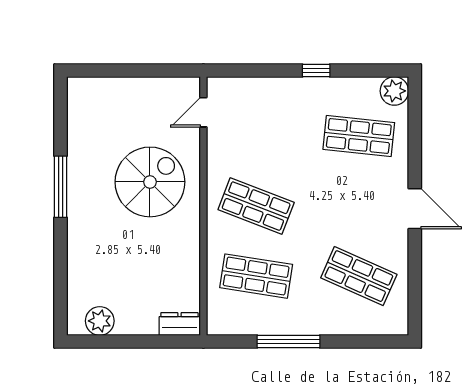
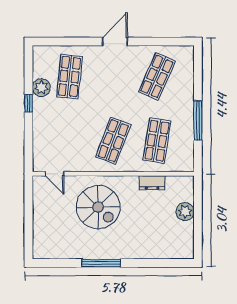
plant: (394, 91) -> (41, 88), moved
spiral stairs: (150, 182) -> (98, 207), turned 180
plant: (100, 321) -> (185, 212), moved
dresser: (179, 324) -> (152, 183), moved, turned -90

